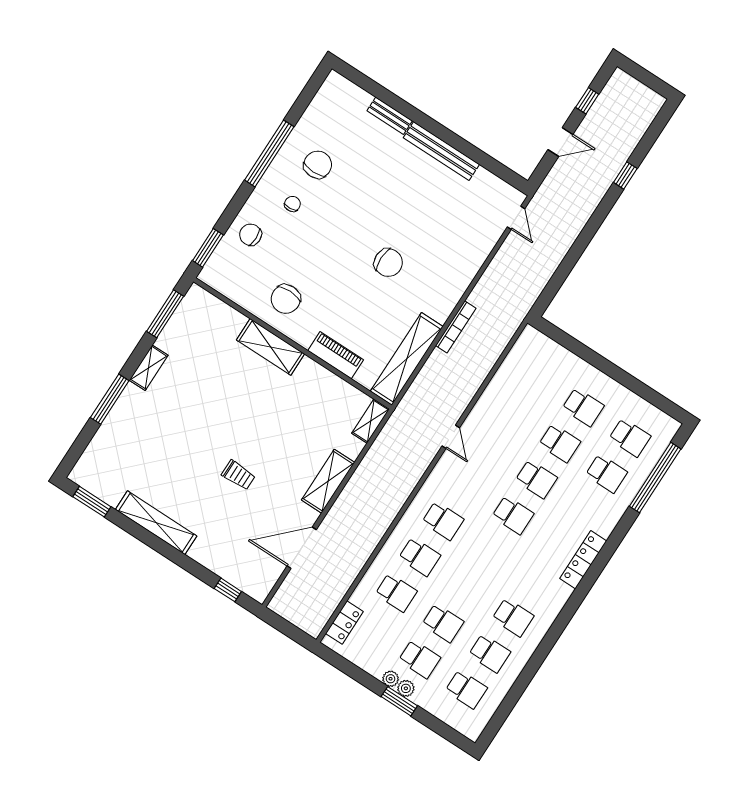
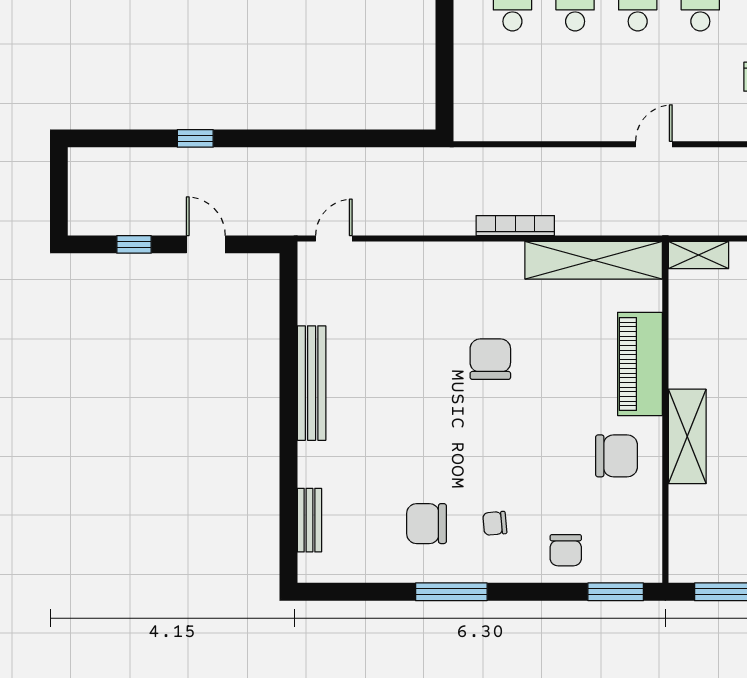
bench: (390, 116) -> (309, 520), moved
window: (269, 153) -> (451, 592), width x0.68
piano: (336, 355) -> (640, 364), width x1.37, depth x1.33

